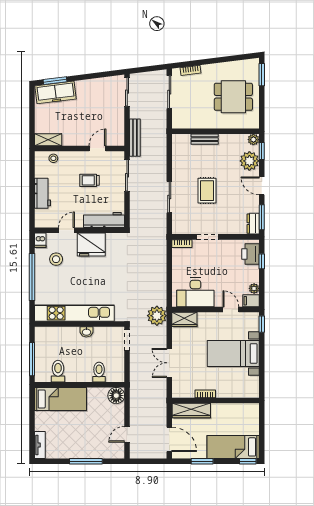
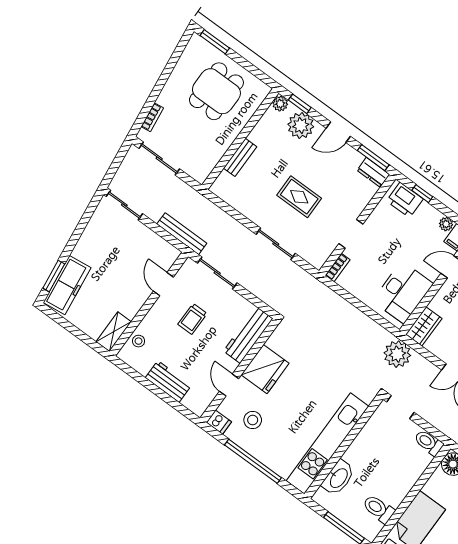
washbasin: (86, 332) -> (338, 478), moved, width x1.91, depth x1.45
toilet: (99, 372) -> (429, 443), moved

